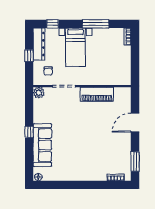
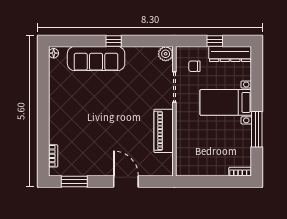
window: (53, 24) -> (257, 72), removed

